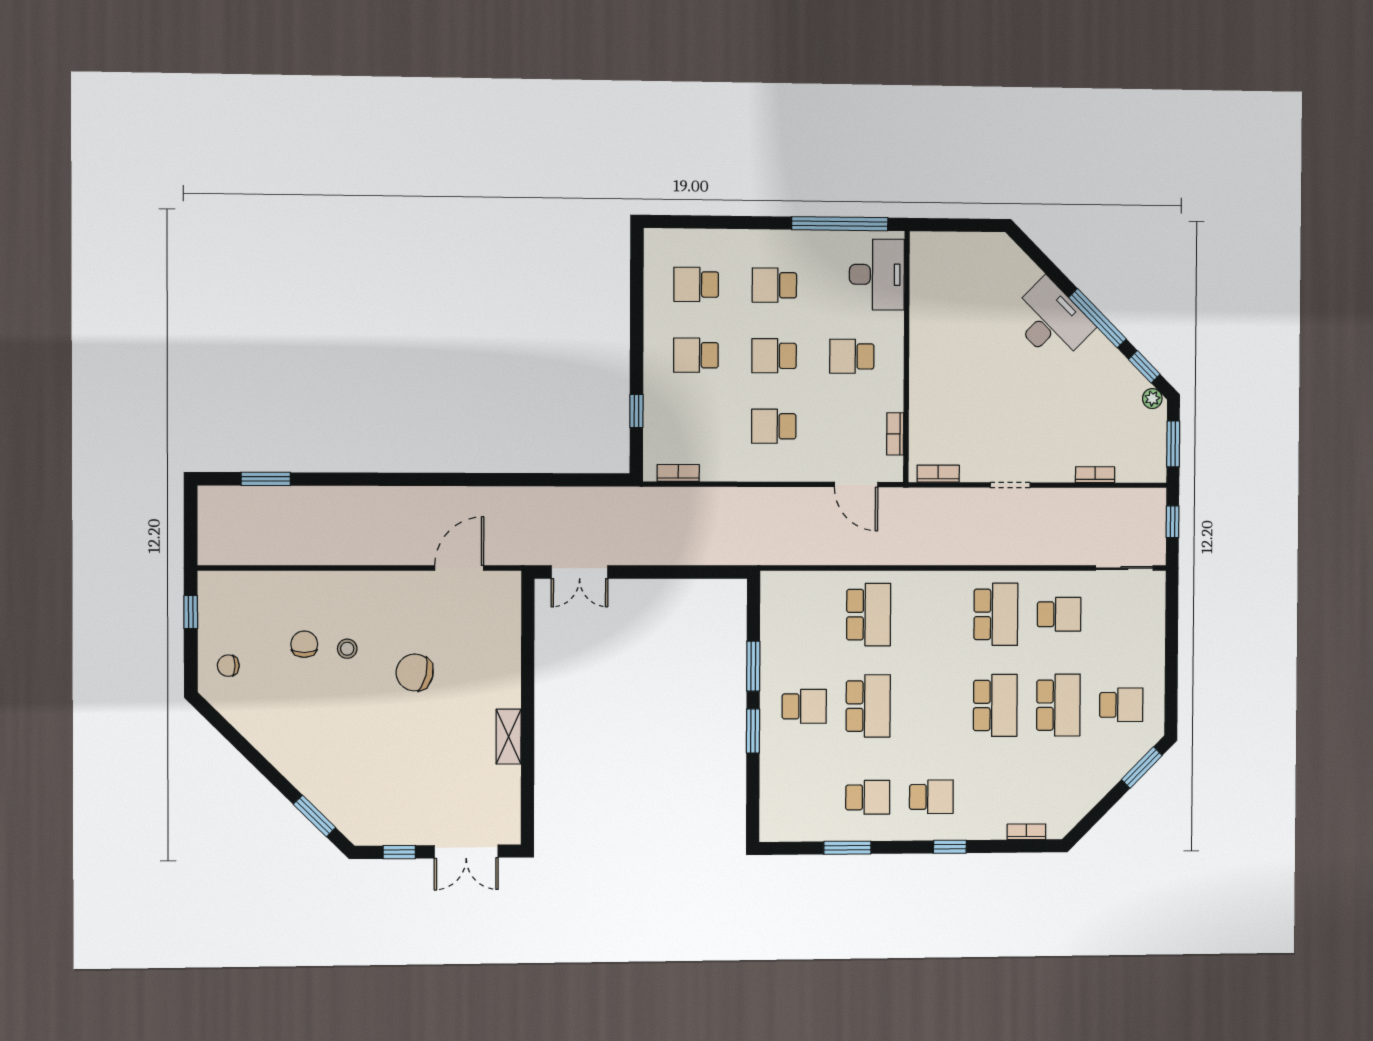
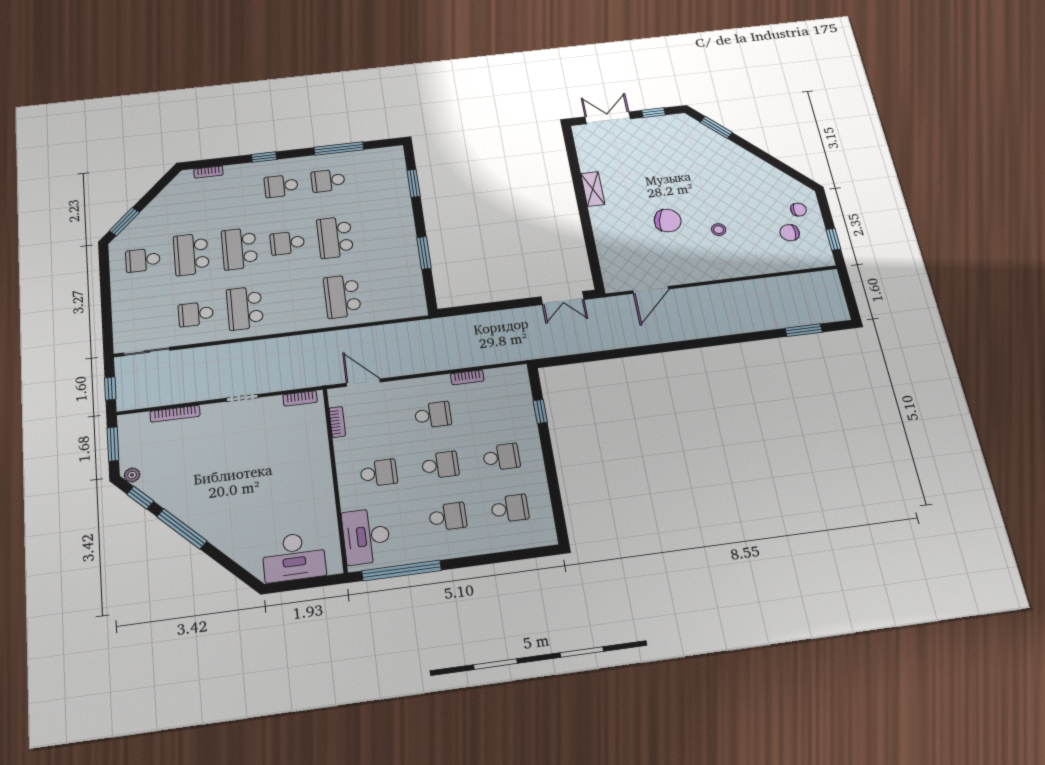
desk: (1051, 321) -> (294, 557), moved, turned -45
bookcase: (678, 473) -> (467, 377), moved
bookcase: (1095, 475) -> (175, 414), width x1.56
double door: (580, 572) -> (562, 298), swing flipped
chair: (304, 644) -> (790, 233), moved, turned 90
school desk: (804, 706) -> (287, 243), moved
window: (753, 731) -> (414, 183), moved
window: (847, 848) -> (339, 148), width x1.44

